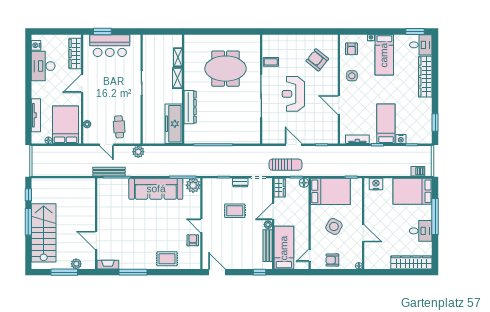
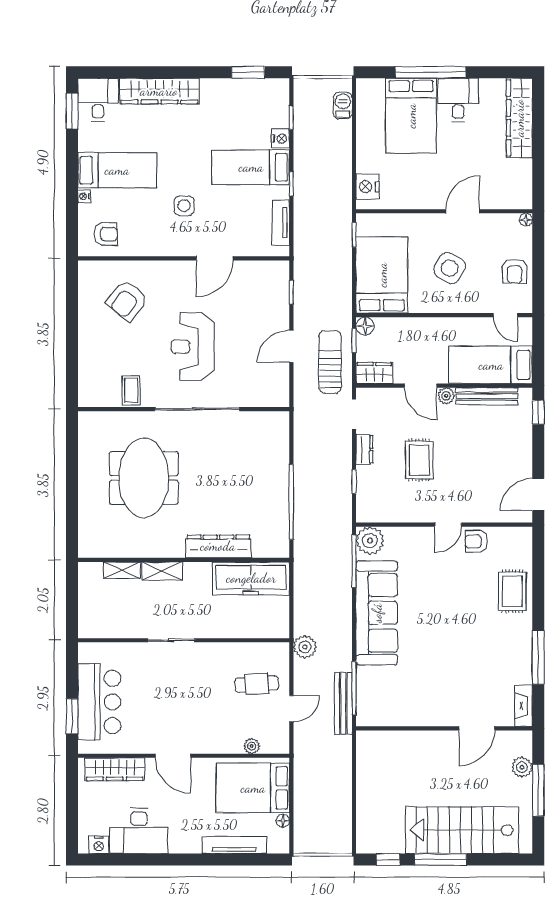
side table: (352, 76) -> (184, 206), moved
reception desk: (293, 94) -> (193, 347), turned 90
bed: (413, 191) -> (411, 116), moved

